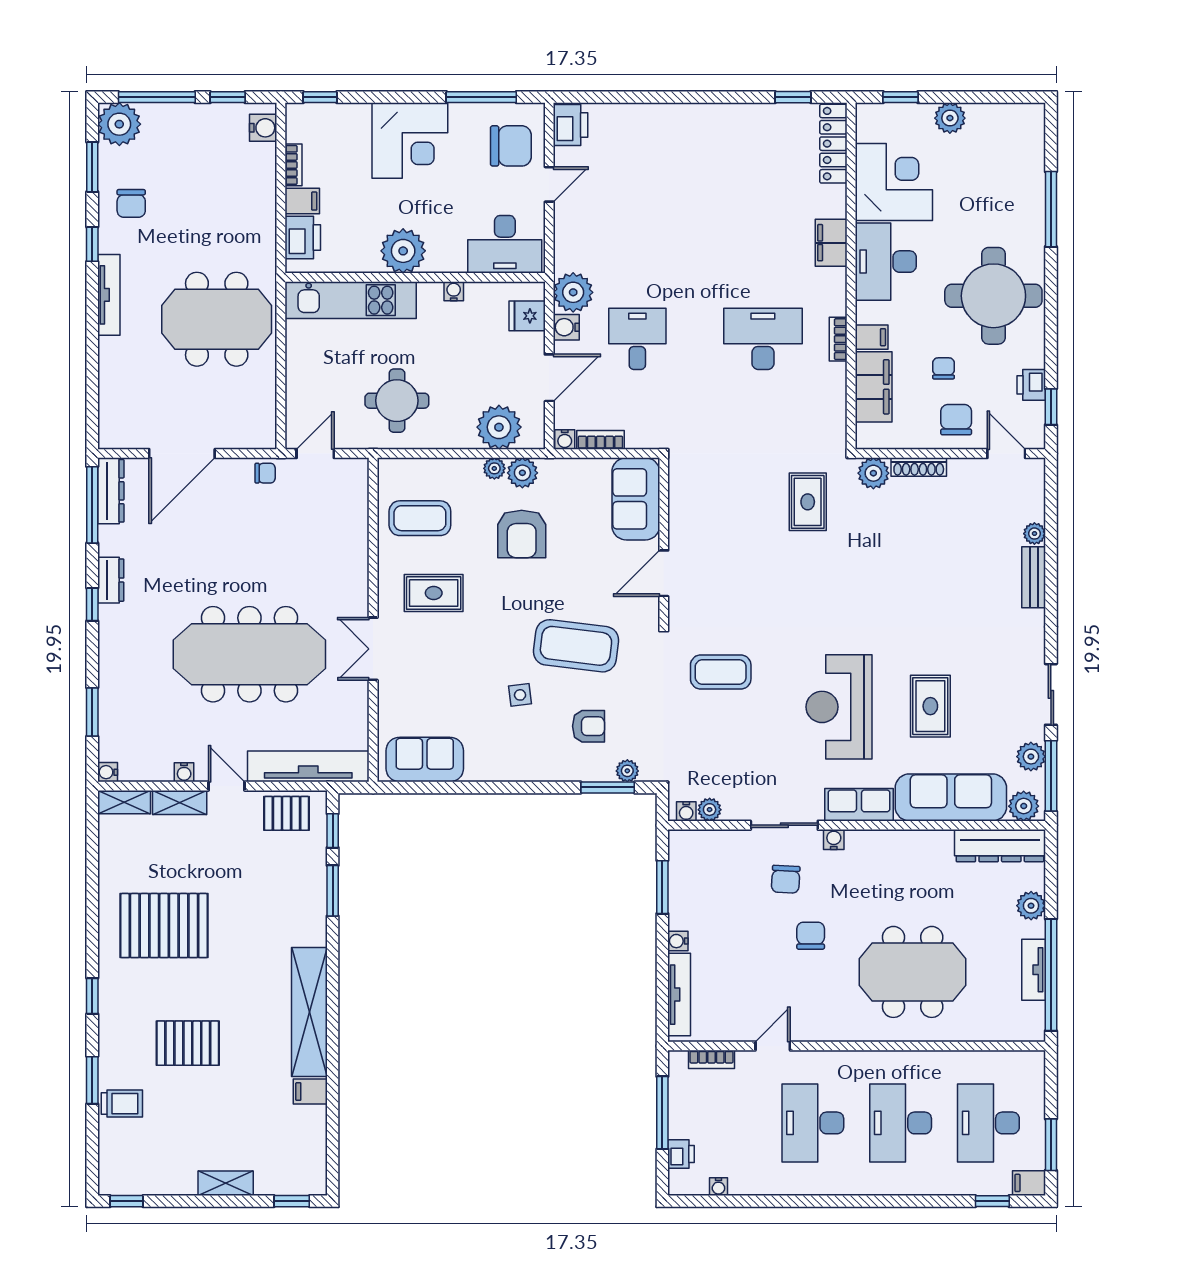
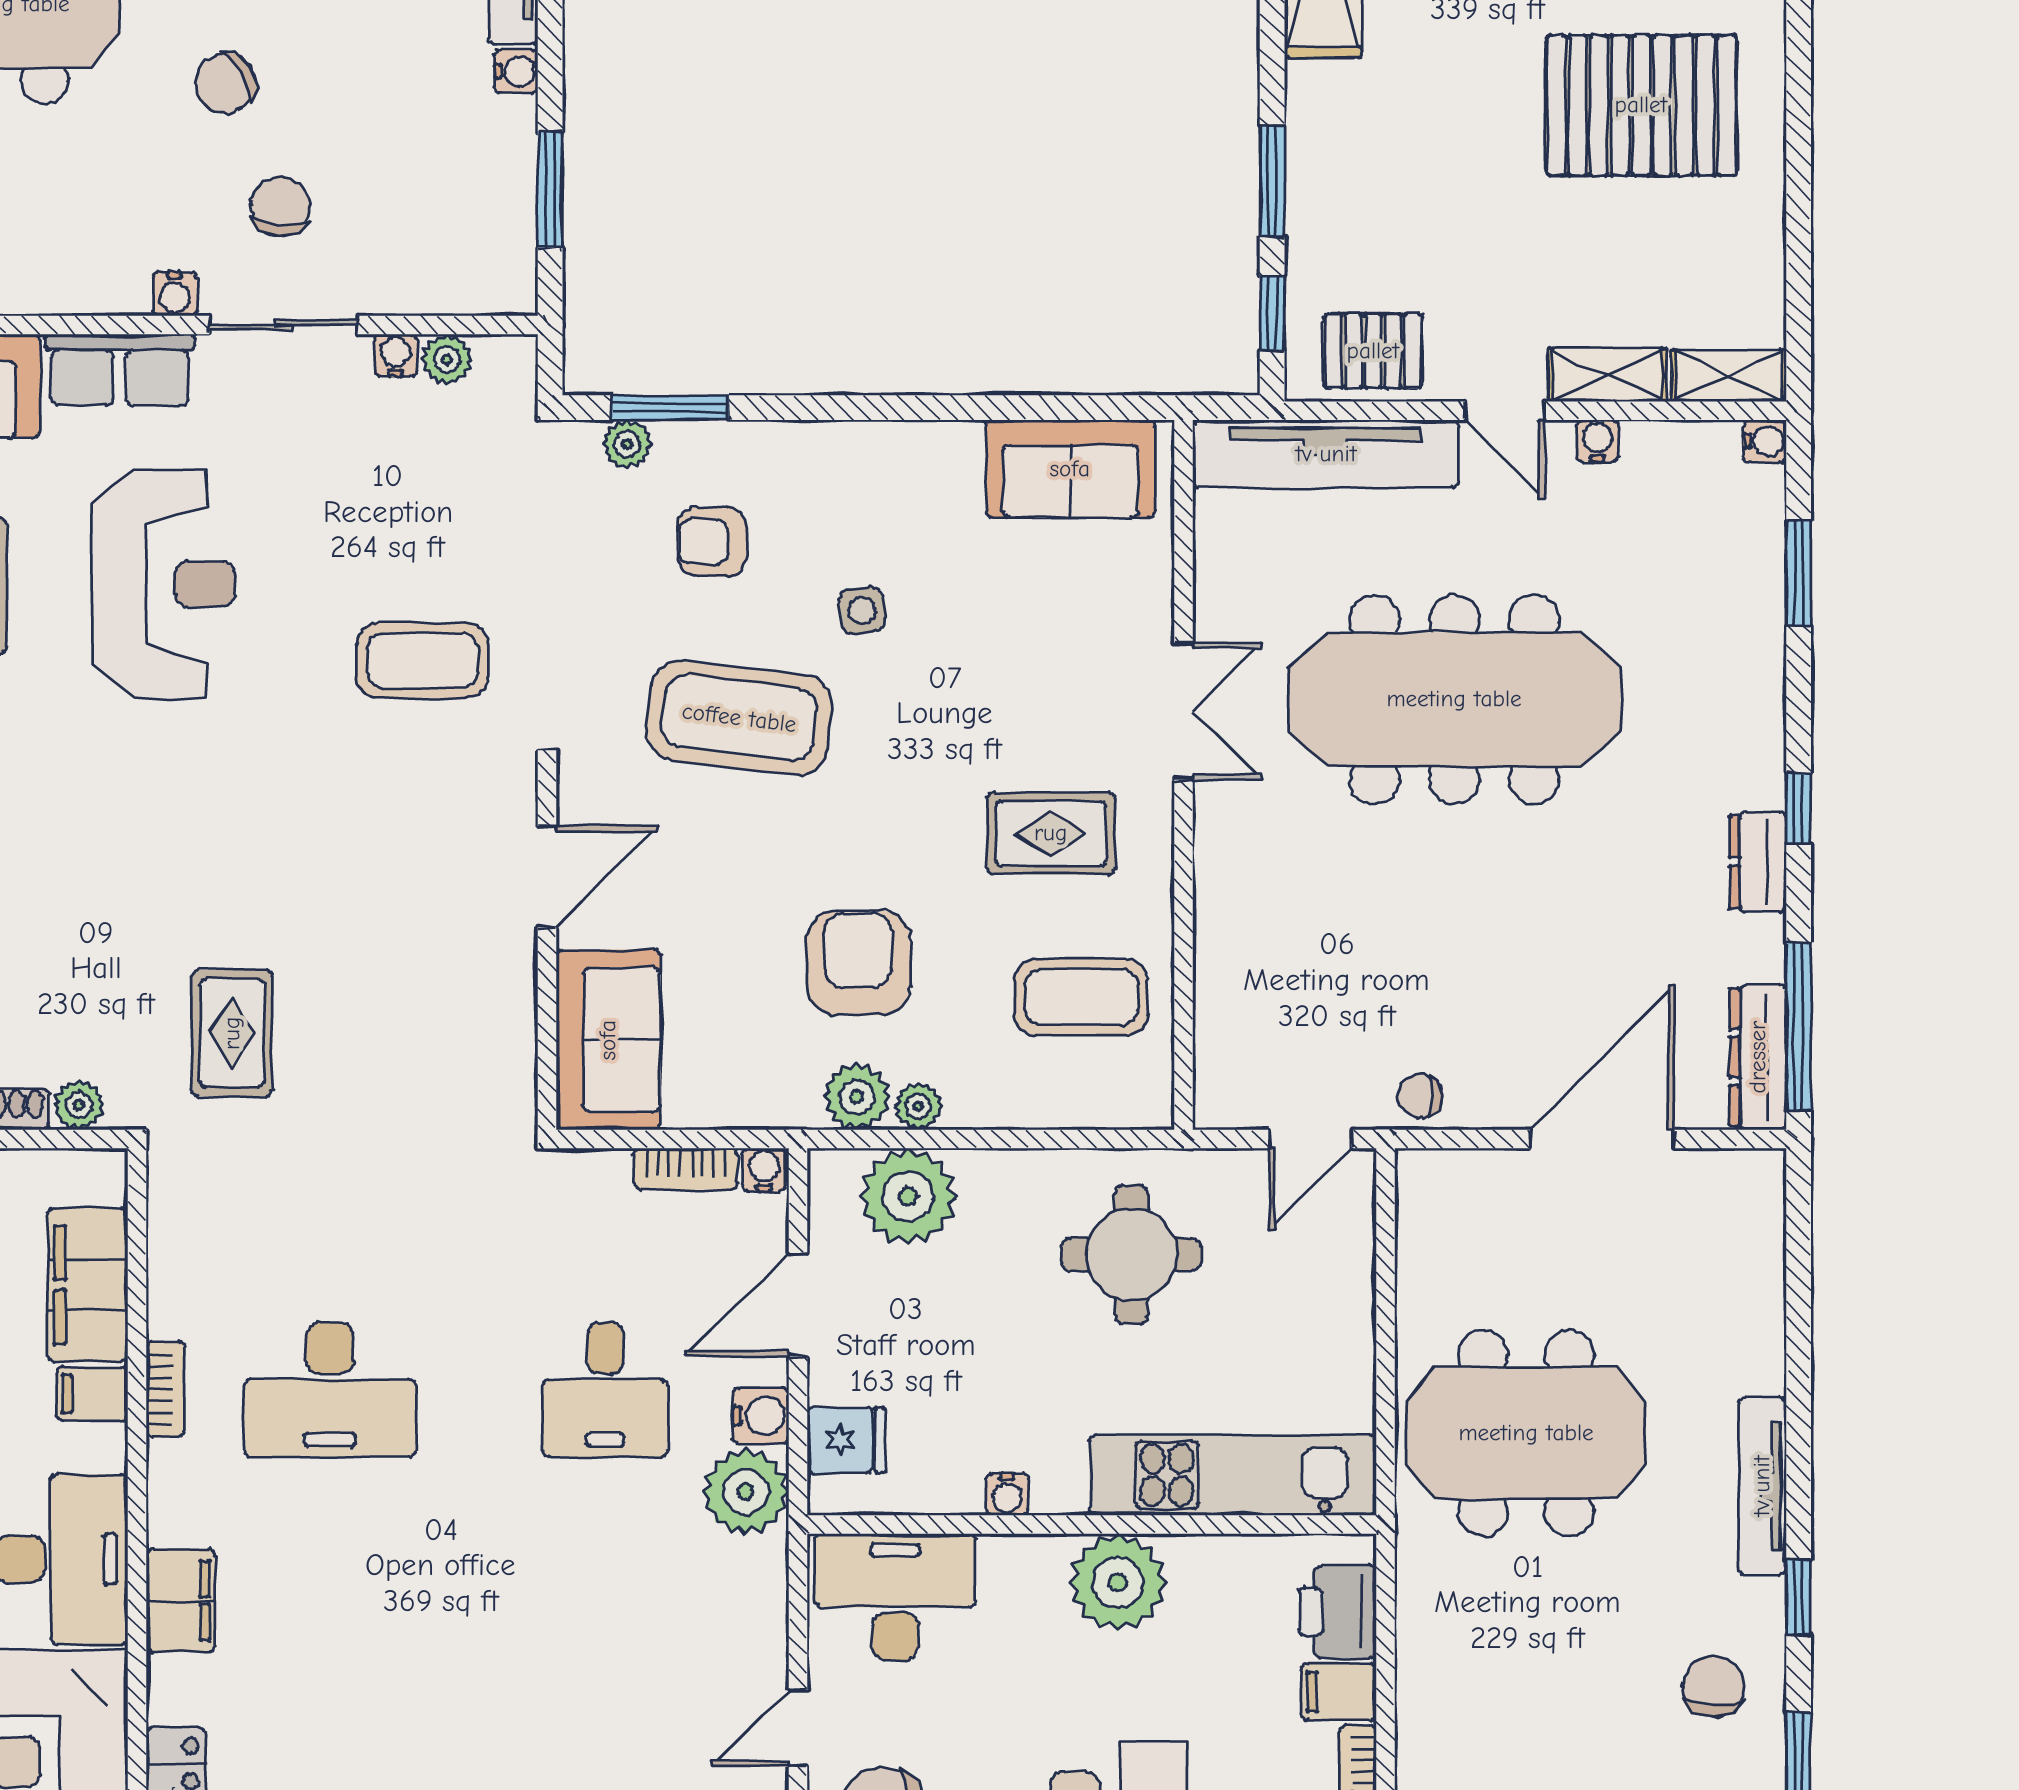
plant: (873, 473) -> (79, 1105), width x0.73, depth x0.73
water cooler: (686, 811) -> (396, 355), moved
chair: (811, 936) -> (226, 83), turned 57

